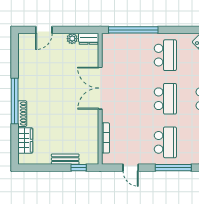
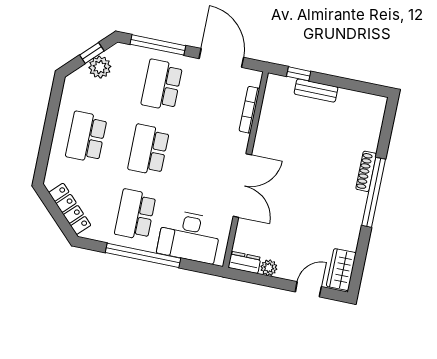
window: (133, 30) -> (143, 255), moved
desk: (128, 48) -> (189, 236), added
wardrobe: (25, 140) -> (341, 270), moved
door: (131, 168) -> (221, 58), width x1.88

